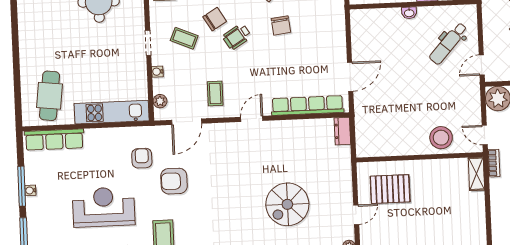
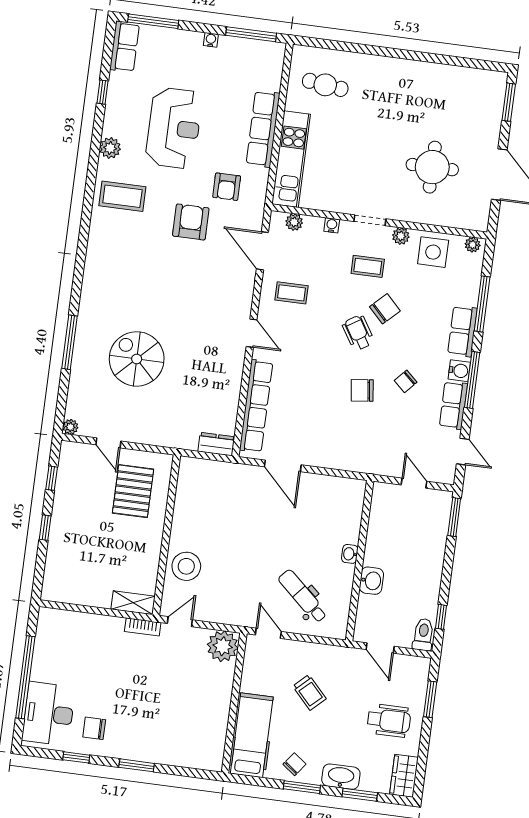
plant: (156, 17) -> (401, 236), added
chair: (215, 19) -> (385, 309), turned -103
coffee table: (184, 38) -> (368, 266), turned 67
cafe table: (50, 96) -> (325, 85), width x0.73, depth x0.74
row of seats: (54, 140) -> (263, 129), moved
armchair: (142, 158) -> (227, 187), turned 90
window: (22, 186) -> (251, 34), moved

